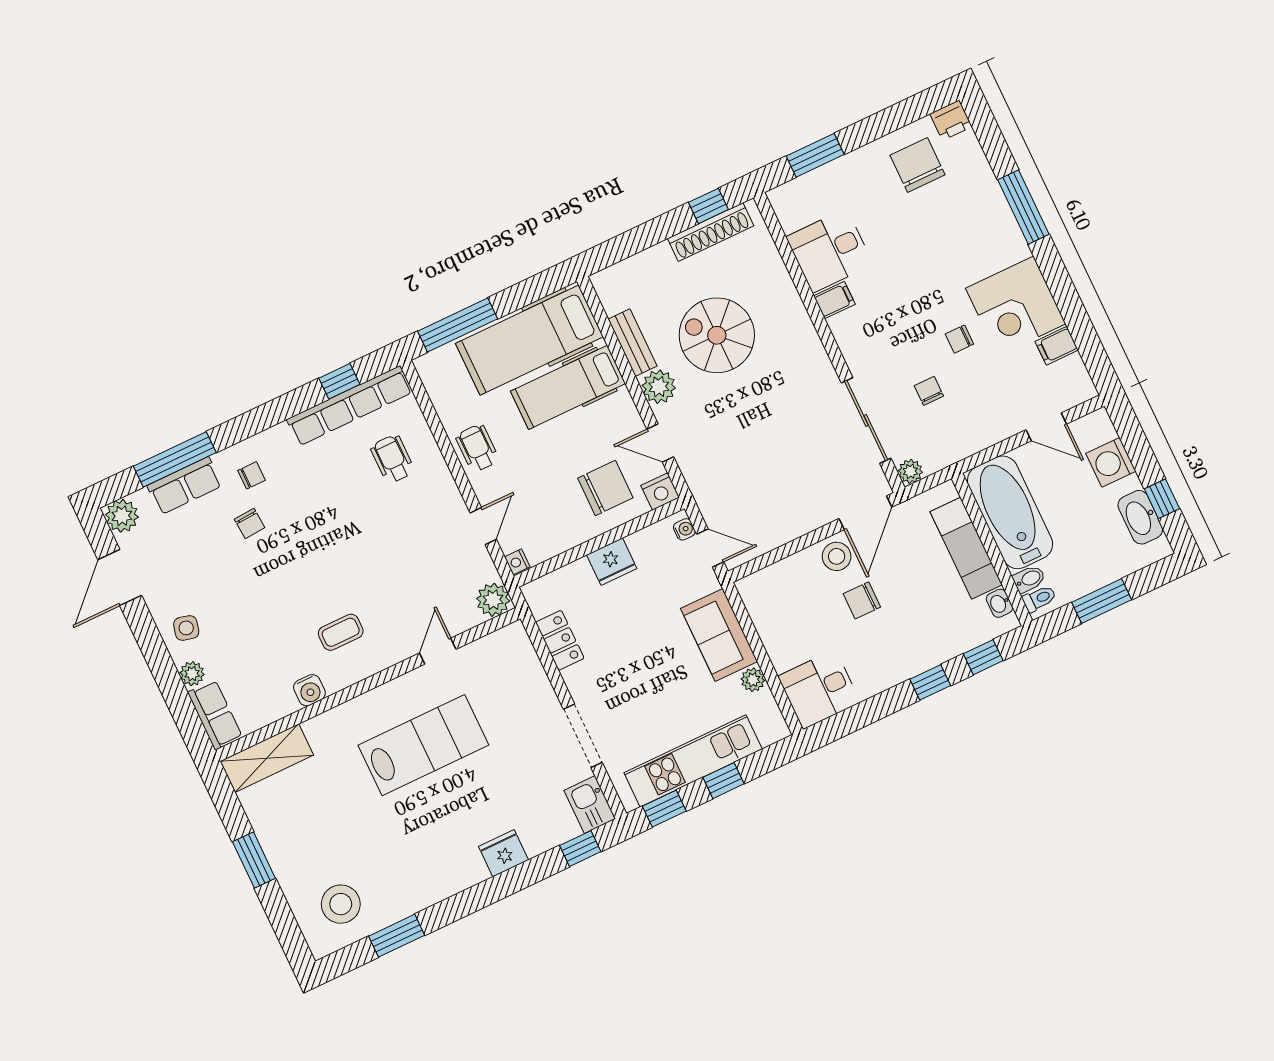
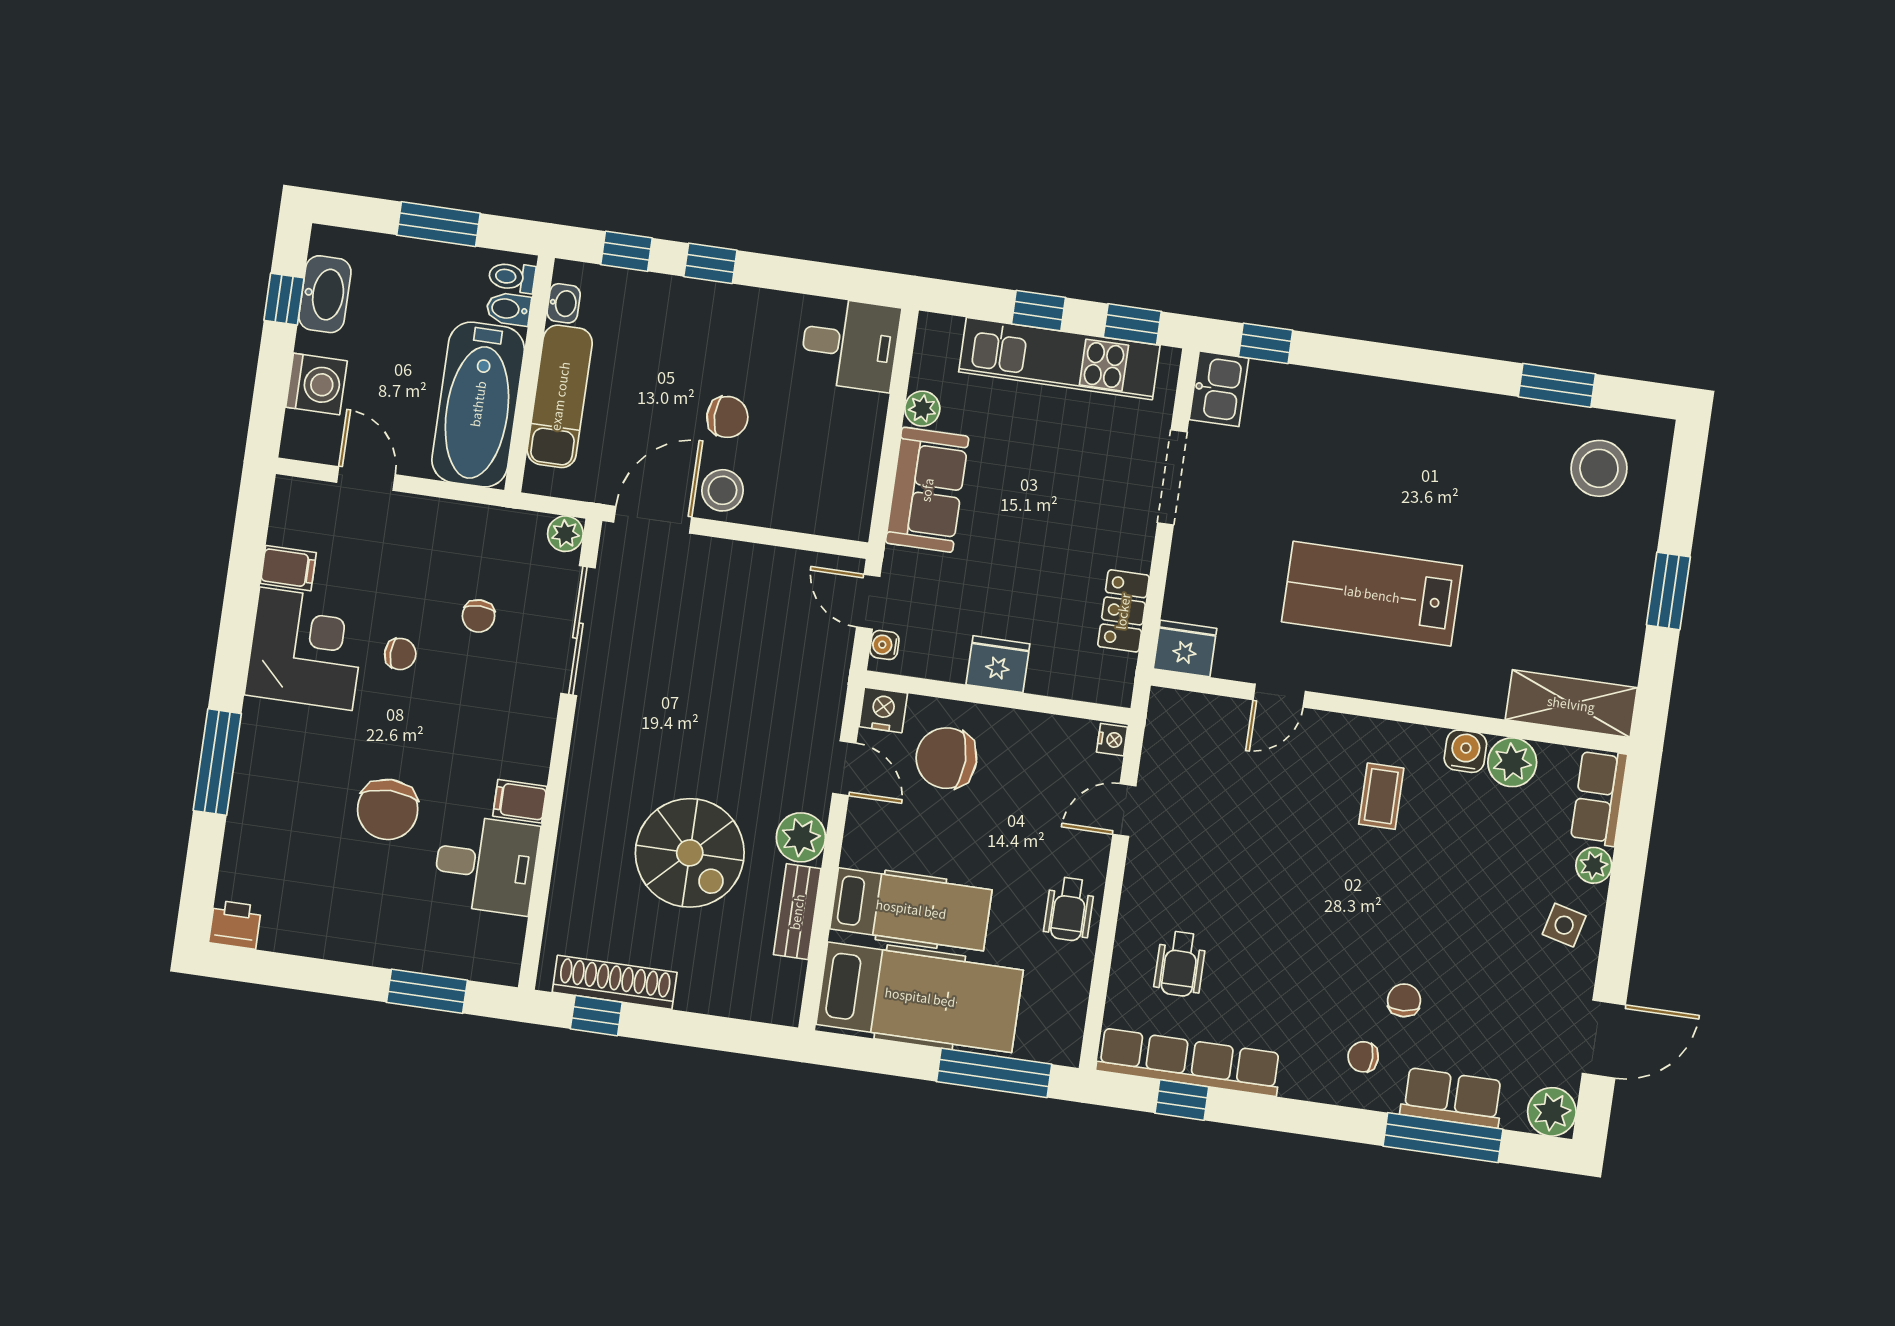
chair: (918, 165) -> (388, 809), moved
plant: (493, 600) -> (1512, 762), moved
coffee table: (341, 632) -> (1381, 796), turned 90
fridge: (504, 853) -> (1185, 649), moved, turned 180

